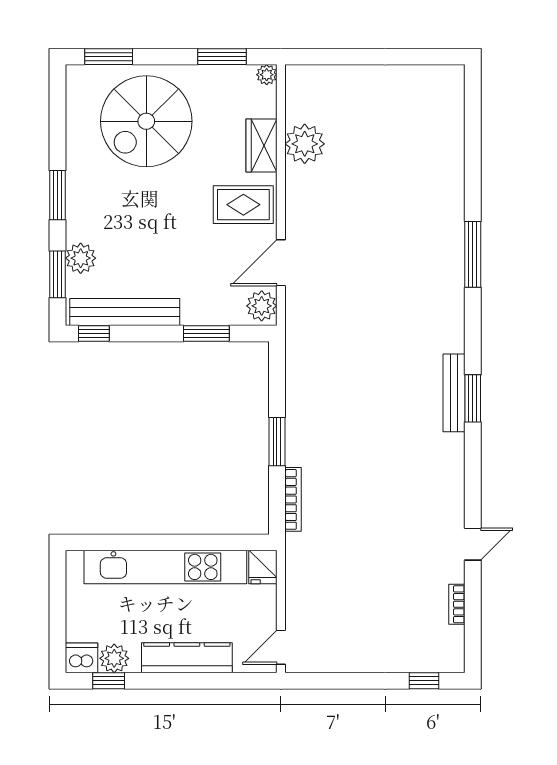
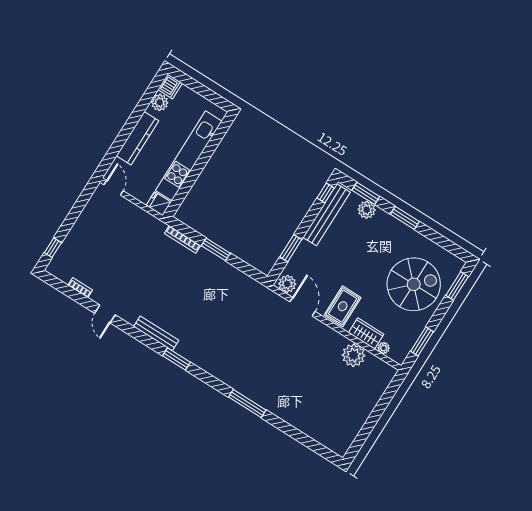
plant: (267, 75) -> (384, 348), moved
spiral stairs: (146, 121) -> (414, 284), turned 90
bench: (454, 393) -> (156, 333), moved
window: (109, 681) -> (150, 93), removed

